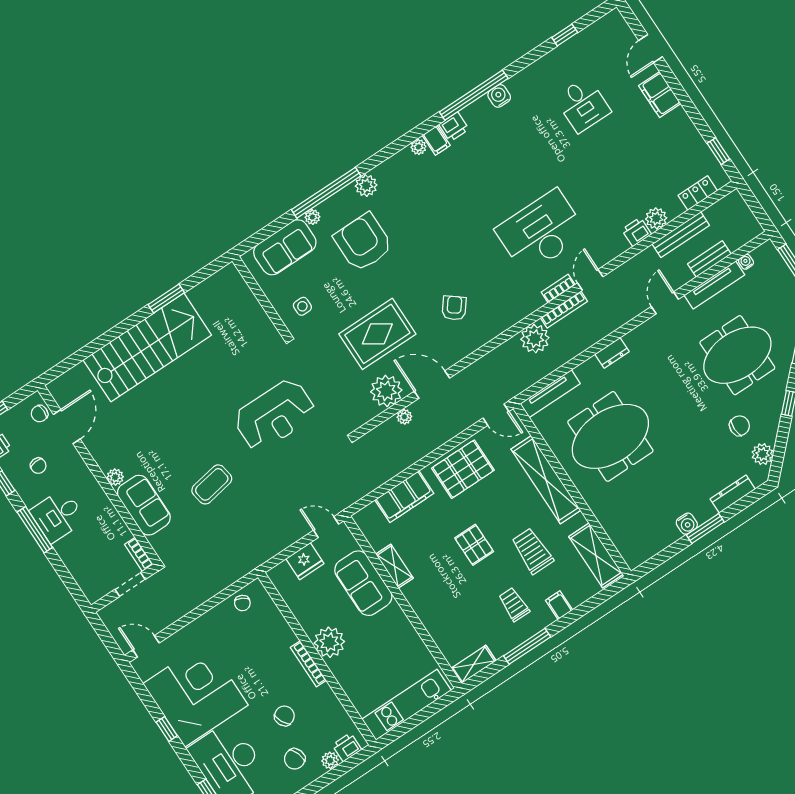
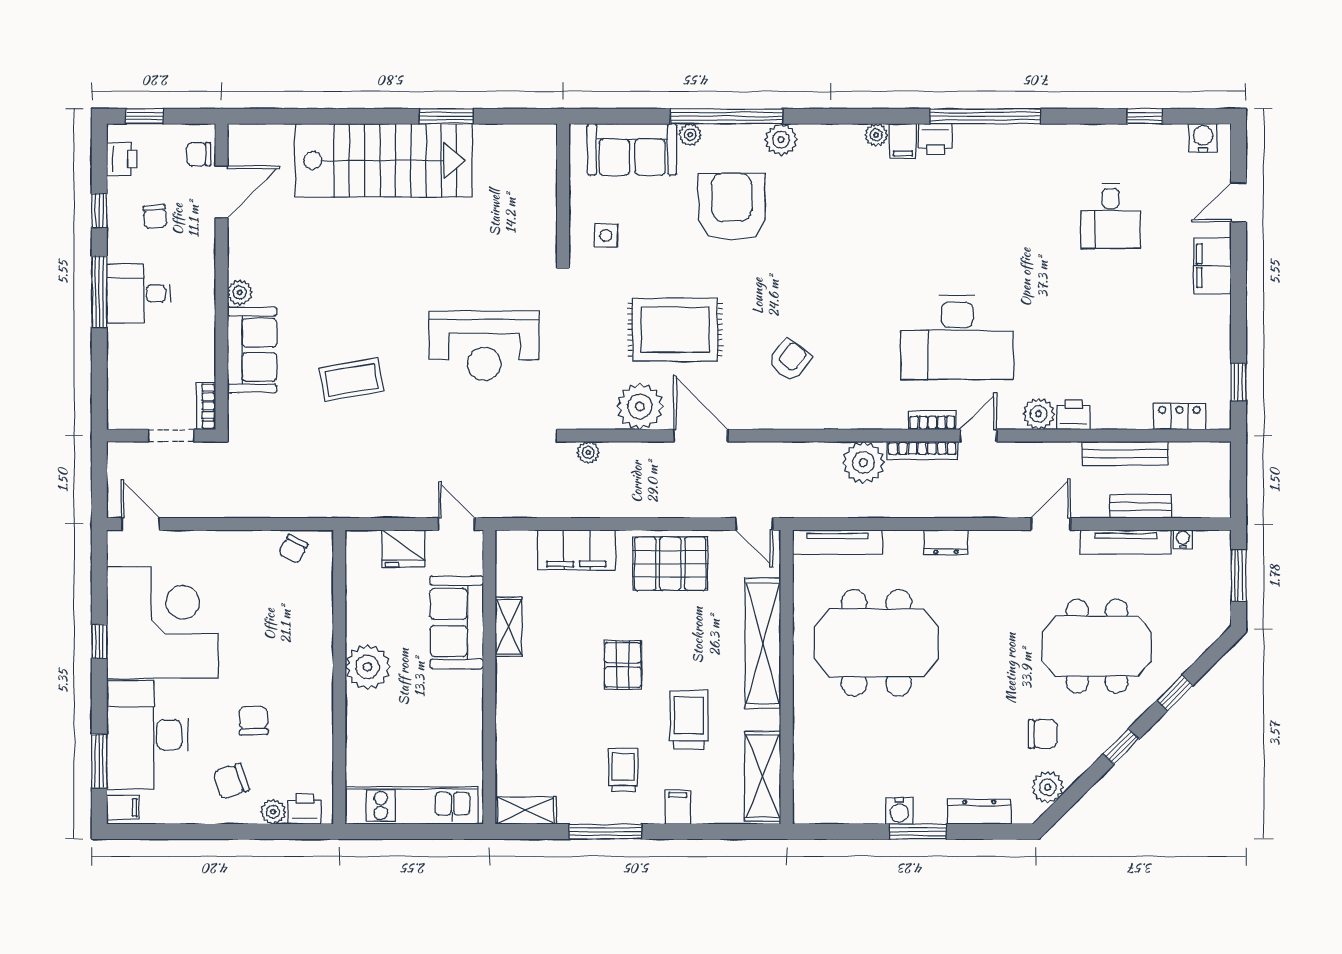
water cooler: (499, 96) -> (1203, 138), moved
plant: (656, 218) -> (1039, 414), moved
desk: (541, 232) -> (957, 337), turned 180
plant: (404, 417) -> (588, 453), moved
bookcase: (308, 664) -> (324, 676), removed
chair: (284, 716) -> (253, 721), turned -66

